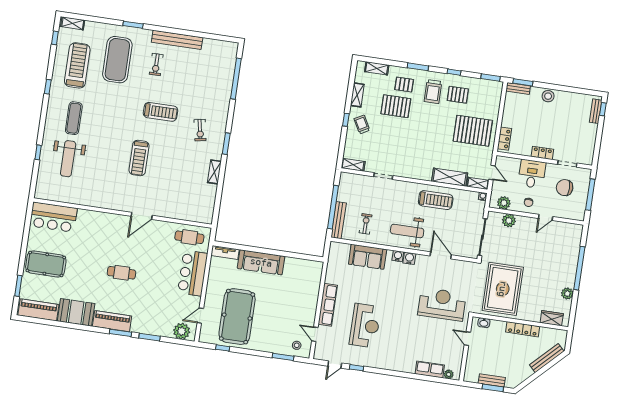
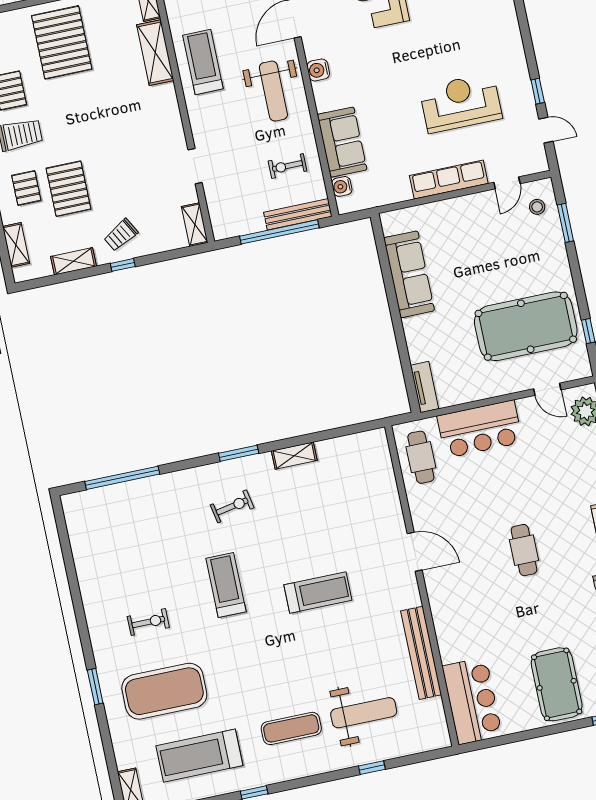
bench: (177, 40) -> (421, 653), moved
water cooler: (398, 256) -> (342, 186), moved
sofa: (261, 262) -> (409, 274), moved

